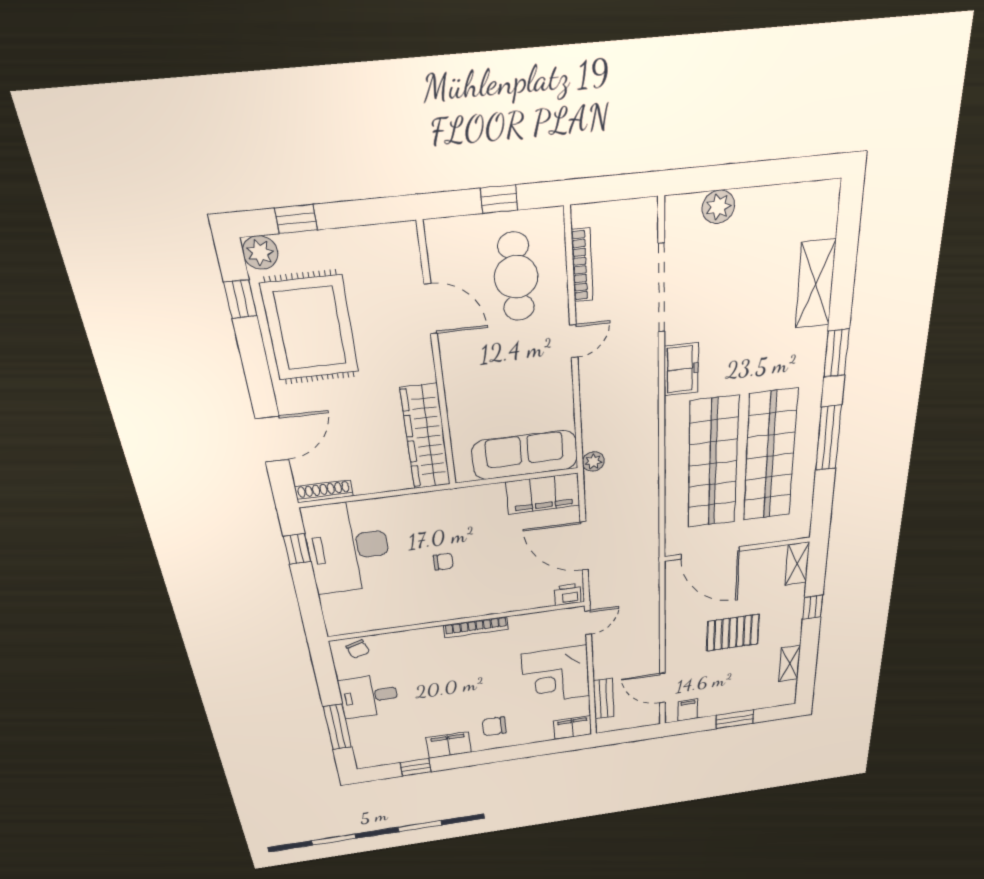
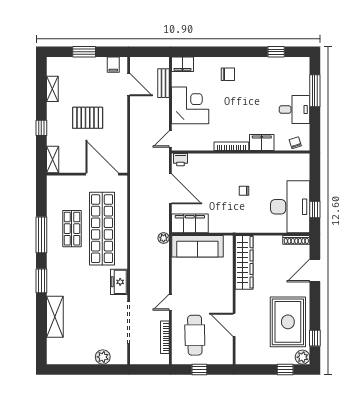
shop shelf: (770, 456) -> (72, 229), width x0.50, depth x0.74
filing cabinet: (449, 745) -> (262, 143), moved, turned 180

